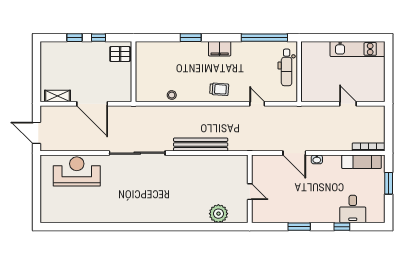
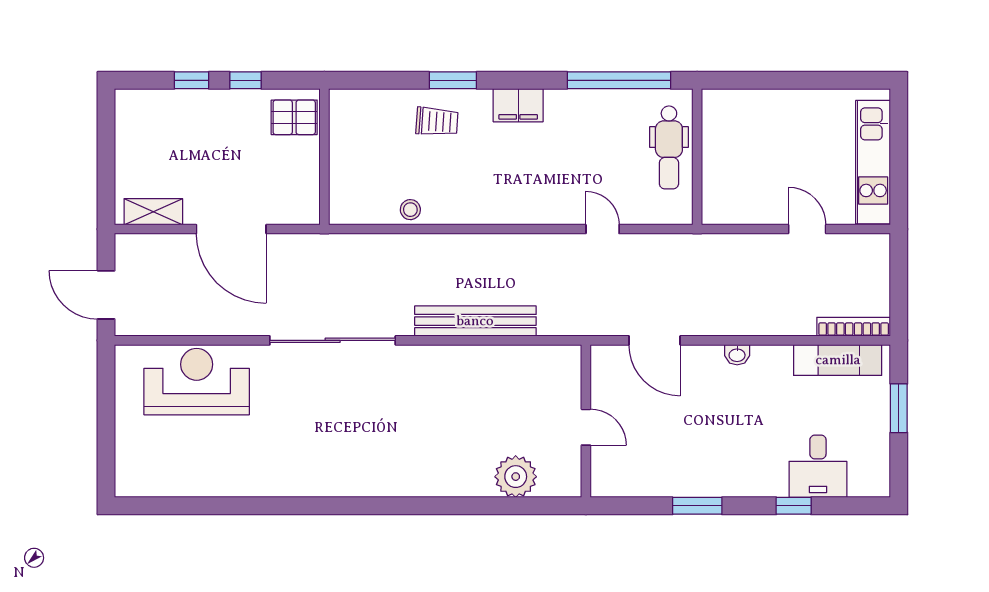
kitchen unit: (358, 49) -> (873, 162), moved, turned 90
trolley: (219, 89) -> (437, 122), moved
door: (294, 153) -> (655, 340), moved

